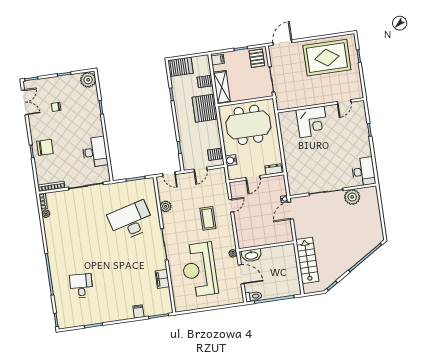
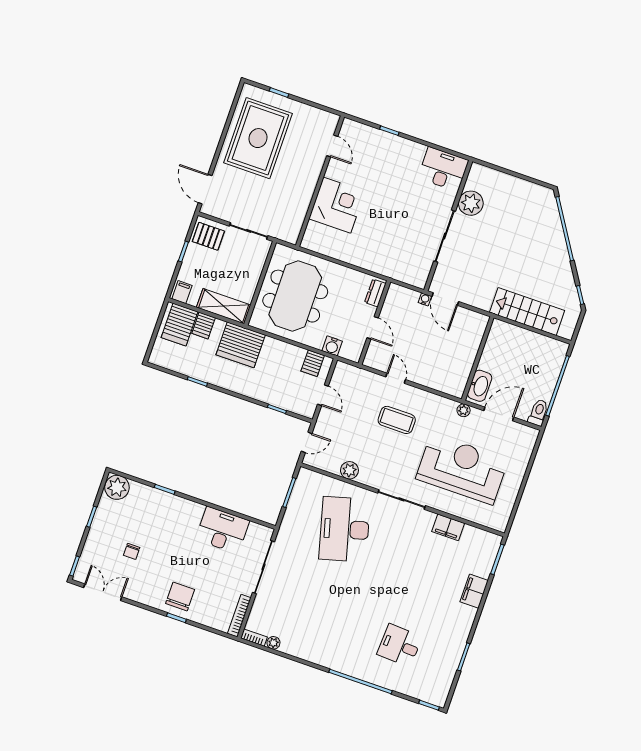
server rack: (180, 67) -> (180, 325), moved, turned 180
reception desk: (199, 270) -> (462, 469), turned 180
filing cabinet: (138, 311) -> (474, 591), width x2.00

